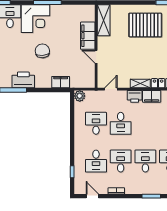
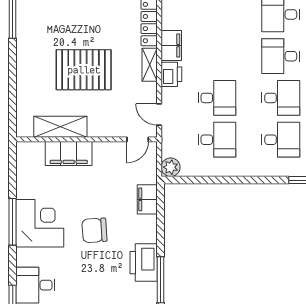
corner desk: (36, 19) -> (40, 223), moved
shelving: (104, 20) -> (60, 127), moved
pallet: (145, 25) -> (84, 70), moved, turned 90
door: (96, 57) -> (138, 139), moved
desk: (96, 123) -> (217, 140), turned 180
desk: (121, 161) -> (281, 98), turned 180

